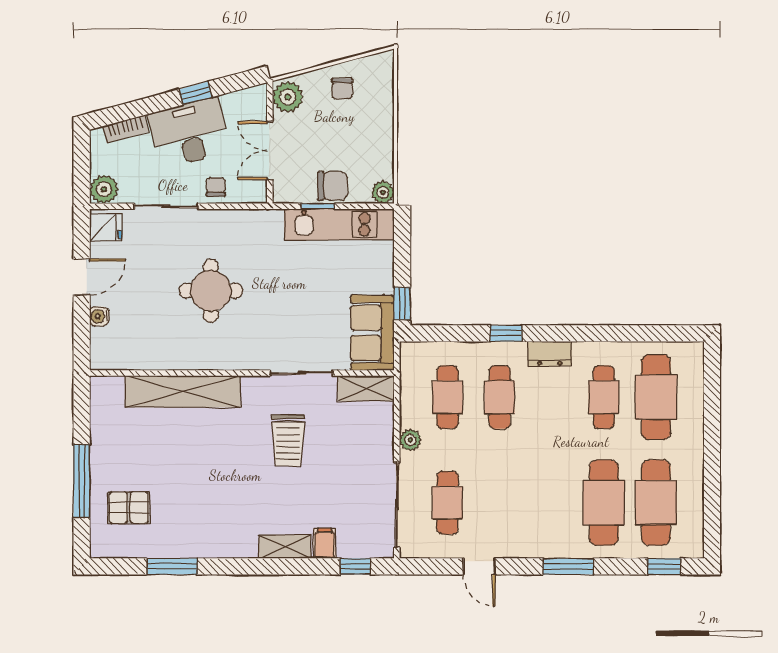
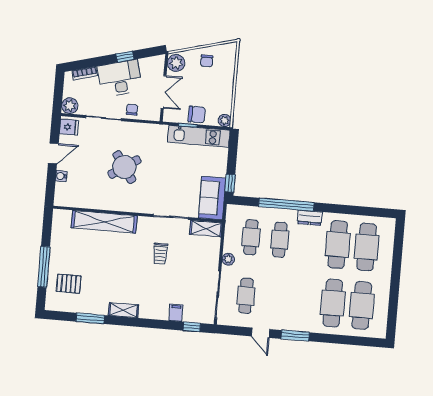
double door: (270, 151) -> (164, 92), swing flipped
round table: (211, 291) -> (124, 167), turned -34
window: (506, 333) -> (286, 205), width x3.17
cafe table: (604, 397) -> (338, 245), width x1.37, depth x1.35
trolley: (288, 440) -> (160, 254), width x0.73, depth x0.72
shelving: (285, 547) -> (123, 310), moved
window: (568, 566) -> (295, 336), moved
window: (664, 566) -> (363, 341), removed

